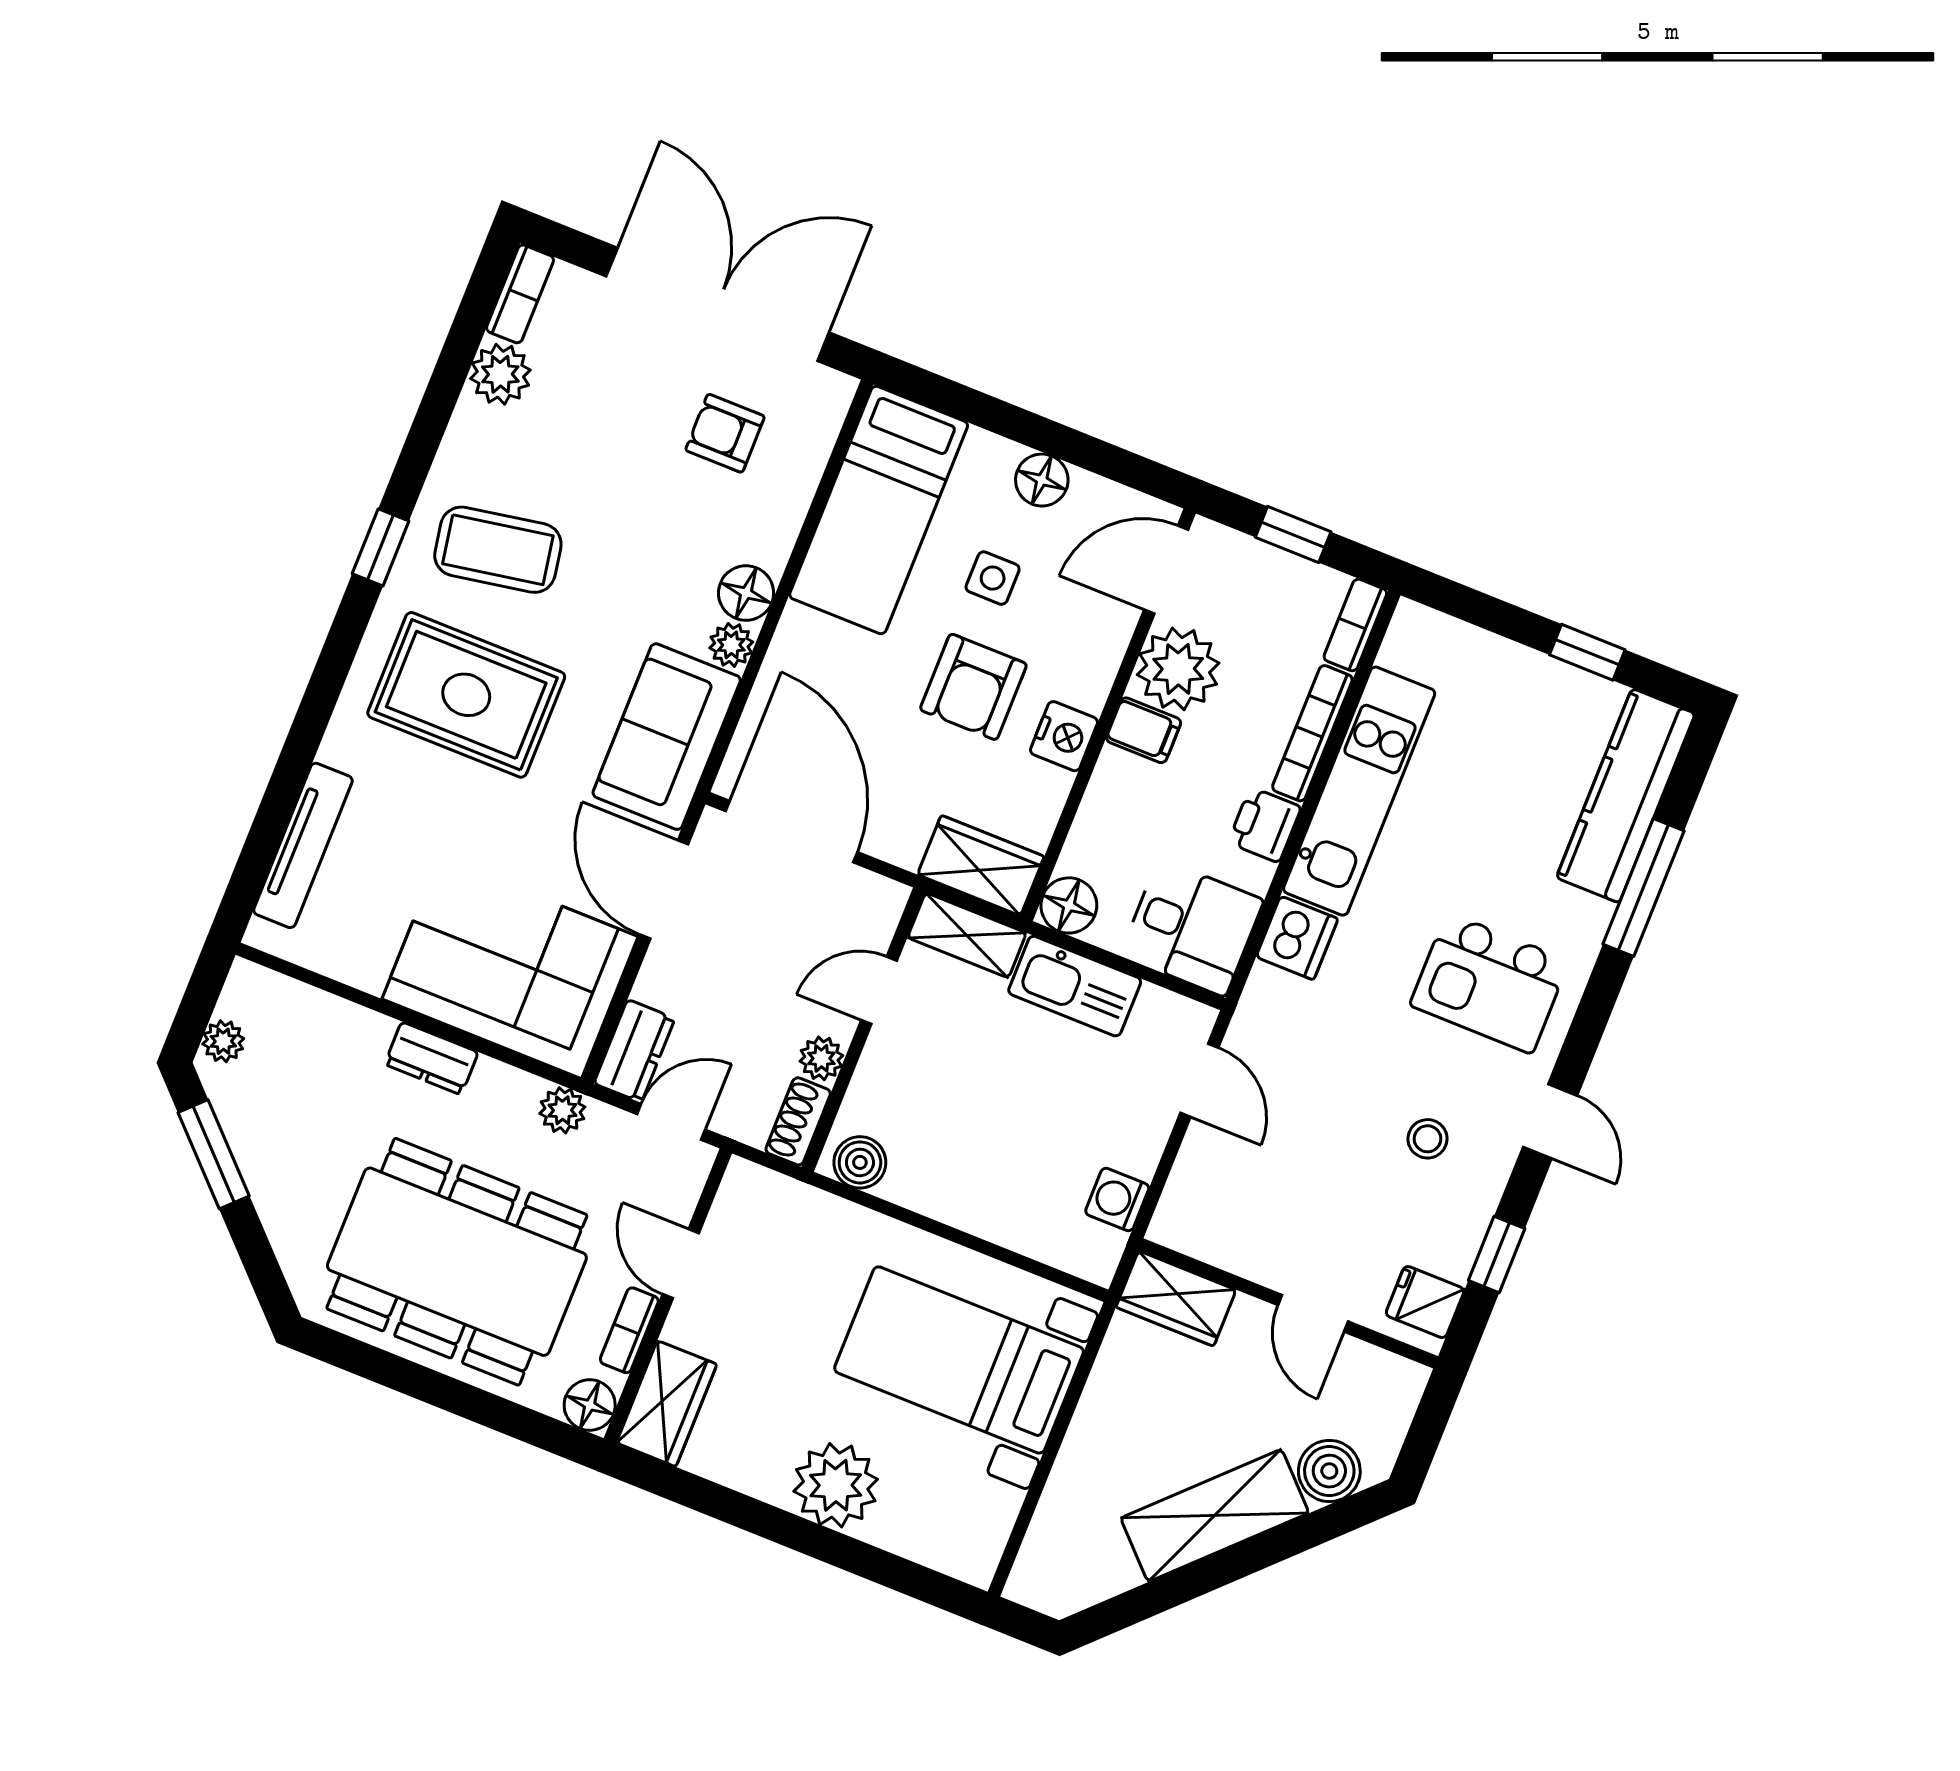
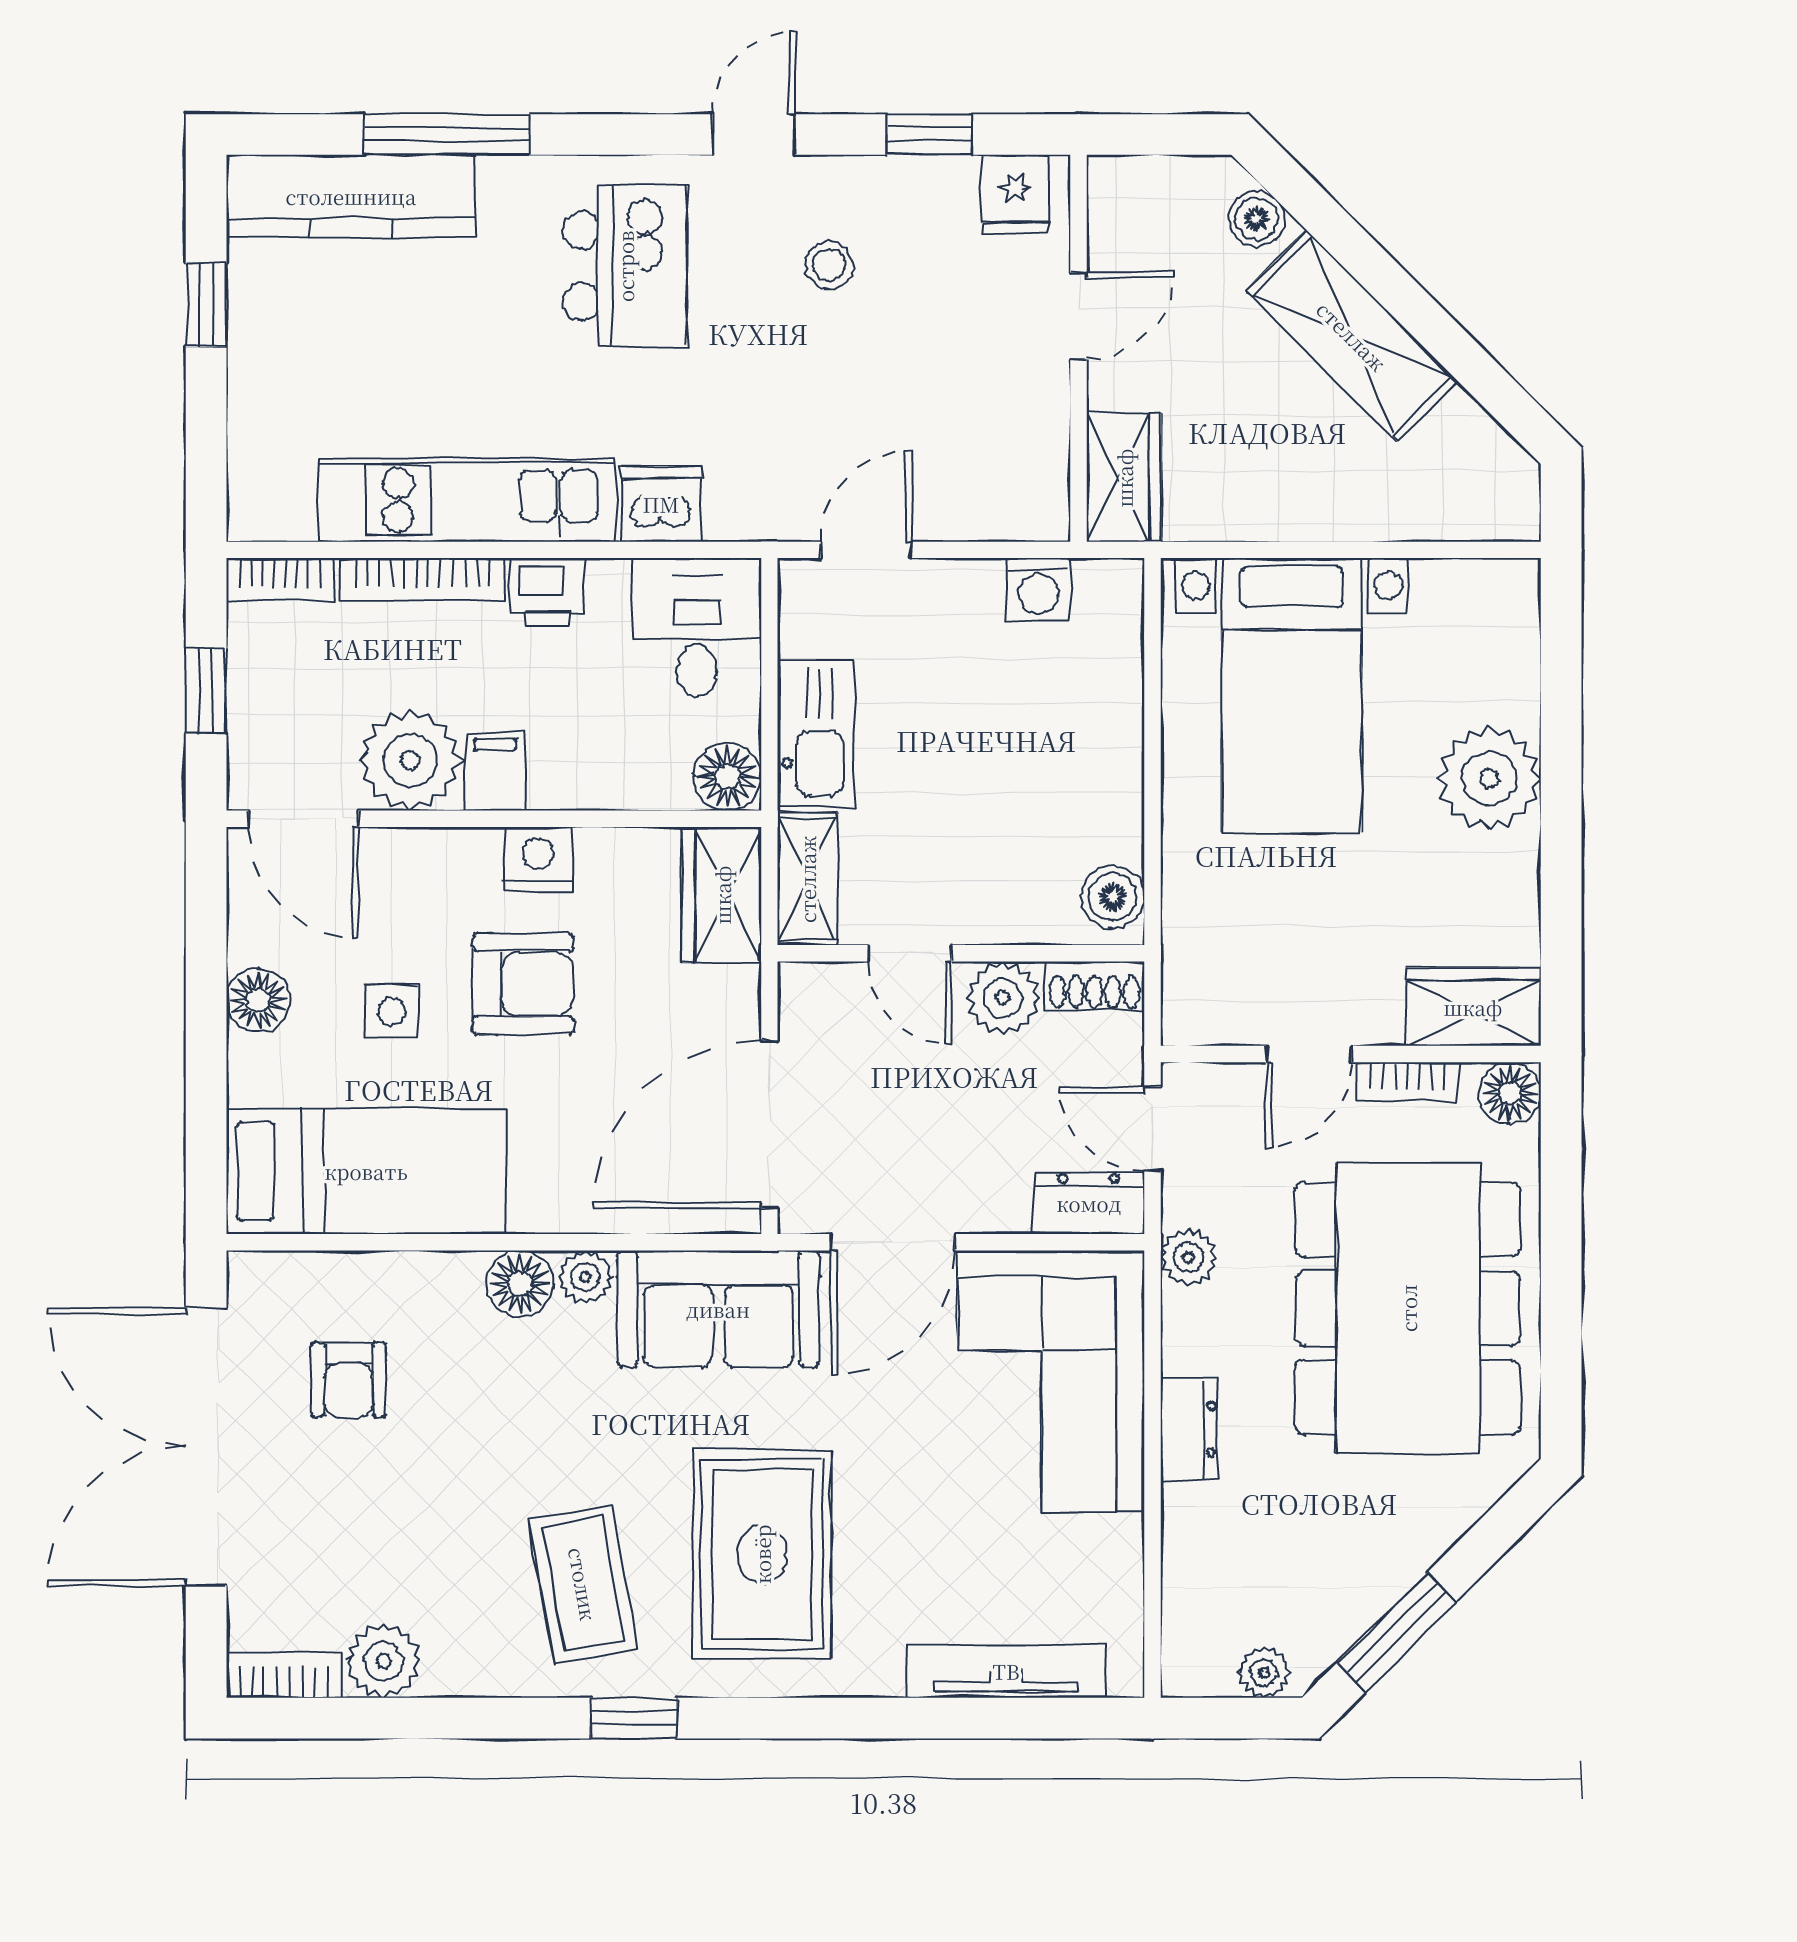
plant: (821, 1058) -> (1003, 998), width x1.38, depth x1.38
boiler: (1329, 1471) -> (1257, 219), width x0.73, depth x0.73

